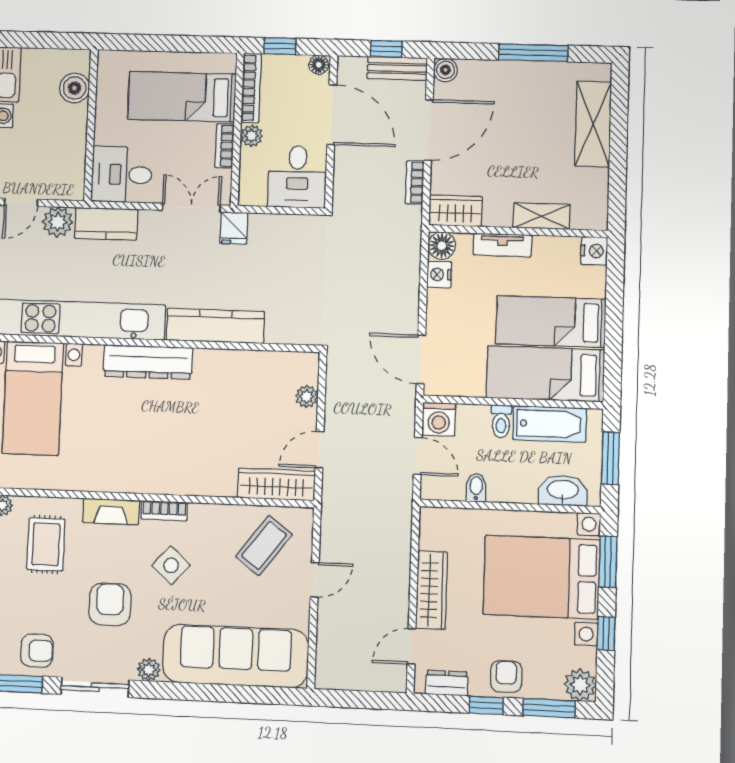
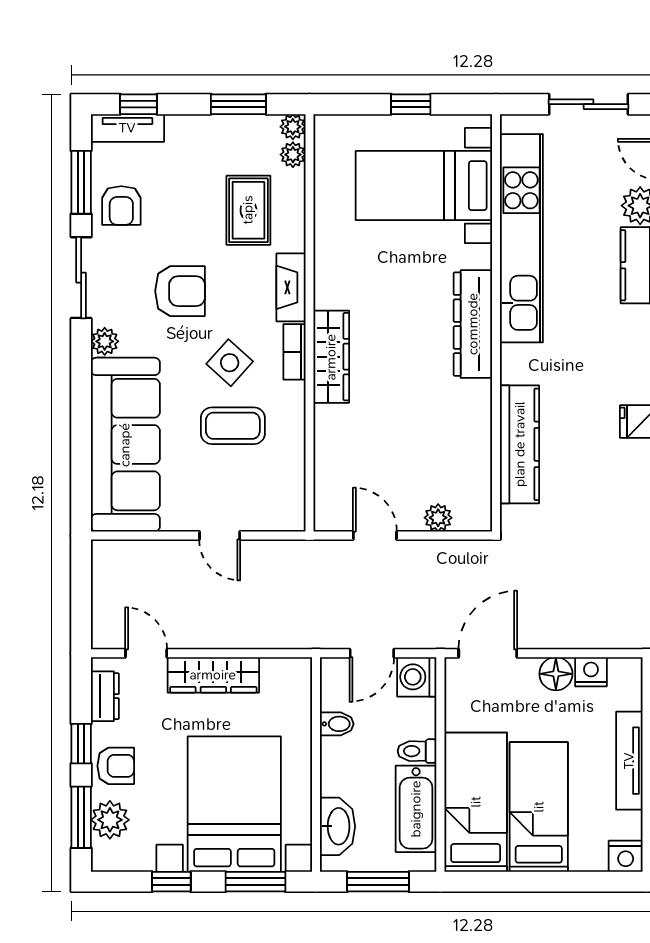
tv unit: (502, 245) -> (629, 761), width x1.41
floor lamp: (442, 246) -> (556, 674), moved
kitchen counter: (215, 326) -> (520, 444), moved
wardrobe: (276, 484) -> (331, 357), moved
rug: (46, 544) -> (248, 210), turned 90
coffee table: (264, 546) -> (233, 426), moved, turned -37
plant: (580, 685) -> (110, 820), moved

